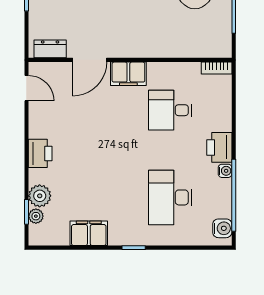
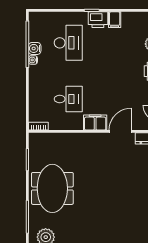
printer: (219, 147) -> (98, 20), moved, turned 90
water cooler: (222, 228) -> (35, 48), moved
filing cabinet: (89, 233) -> (115, 20), width x0.50

